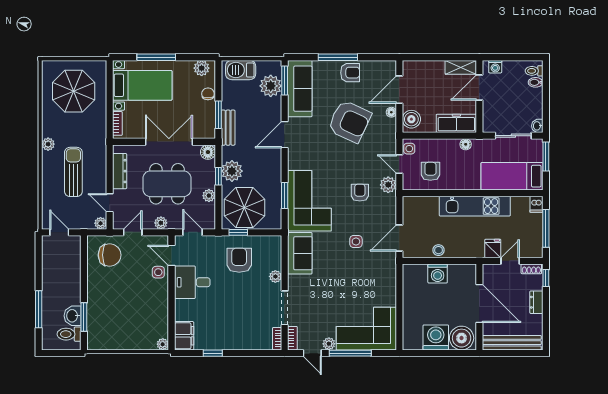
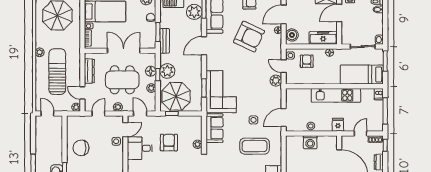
floor lamp: (208, 152) -> (151, 71), moved
armchair: (430, 171) -> (307, 61), moved
sun lounger: (73, 172) -> (57, 72), width x1.36, depth x1.34
armchair: (360, 193) -> (256, 86), removed
fridge: (493, 249) -> (338, 125), moved
chair: (110, 255) -> (81, 148), moved, turned 180
door: (172, 255) -> (125, 130), swing flipped
armchair: (239, 260) -> (169, 143), moved
coffee table: (357, 279) -> (254, 146), added

